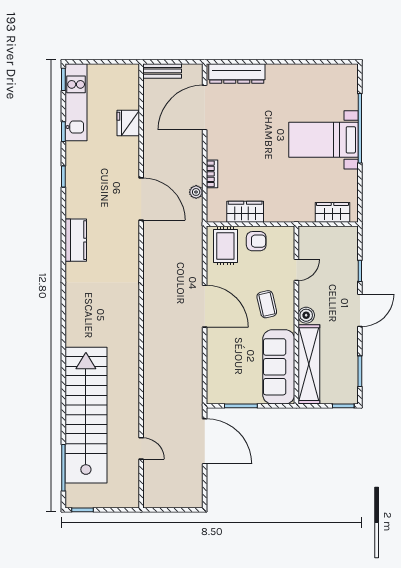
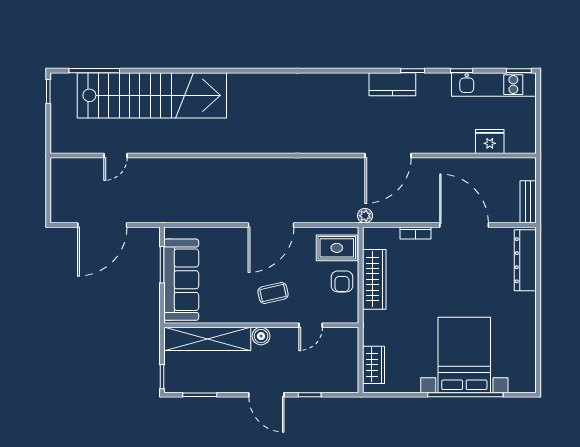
bench: (162, 71) -> (528, 202), moved
door: (205, 108) -> (464, 225), moved
fridge: (128, 123) -> (490, 141), moved
bed with nightstands: (323, 140) -> (464, 355), width x1.36
plant: (196, 192) -> (365, 216), moved
wardrobe: (245, 212) -> (374, 279), width x1.50
kitchen counter: (76, 240) -> (392, 84), moved
door: (296, 270) -> (311, 325), hinge flipped
sofa: (279, 367) -> (181, 280), moved, turned 90
door: (205, 441) -> (102, 225), moved

